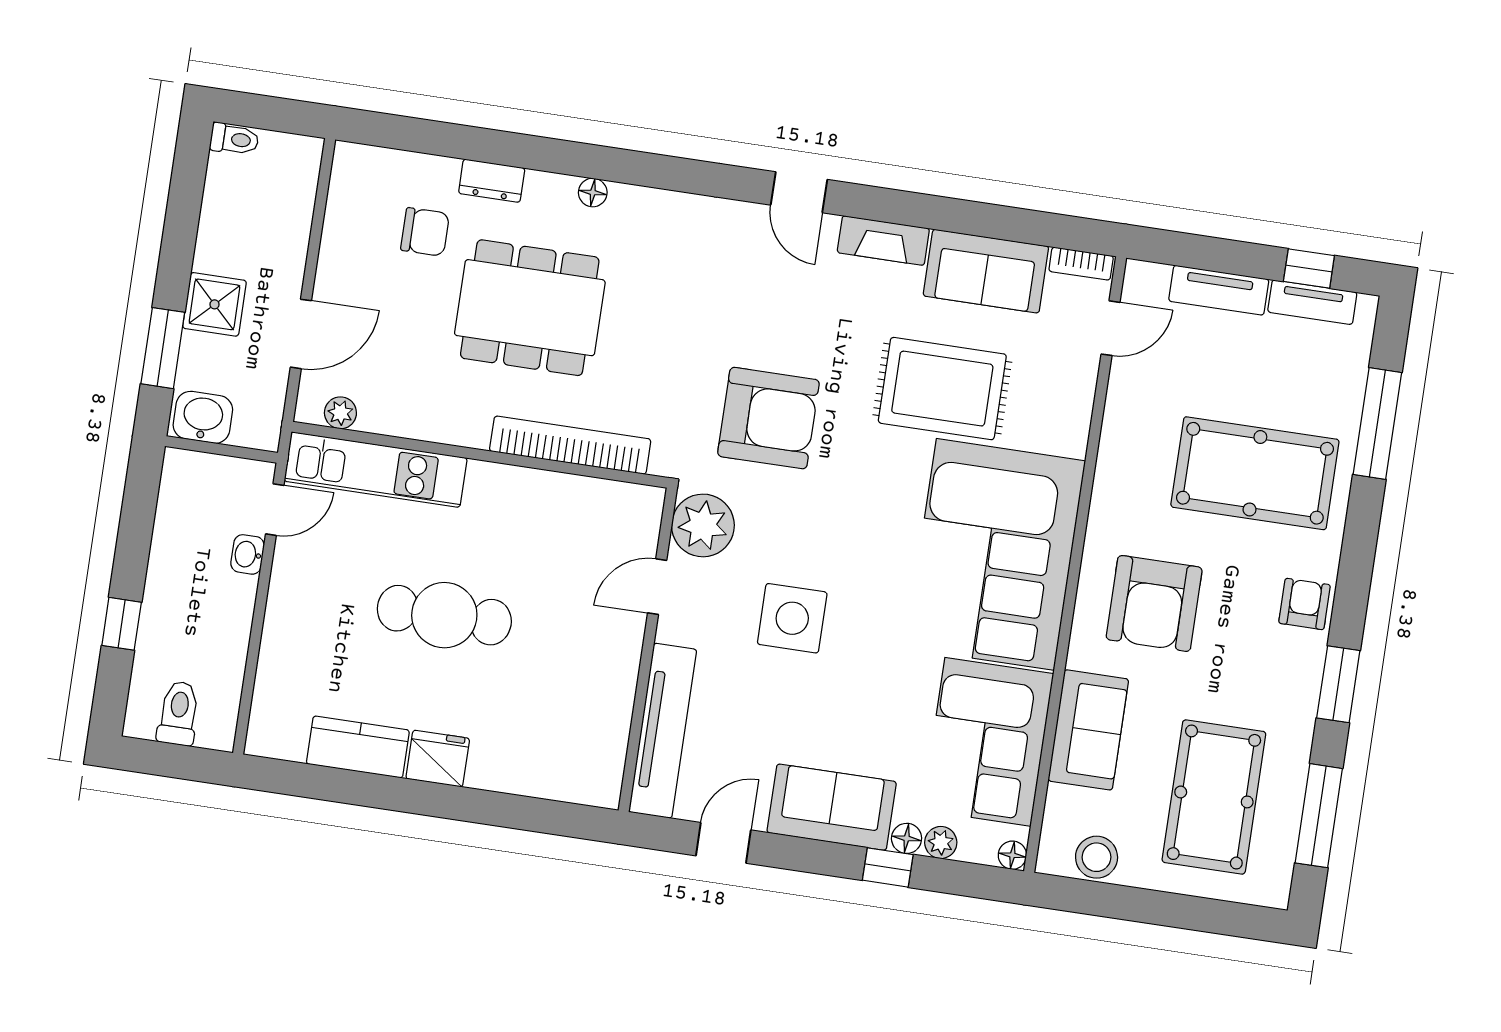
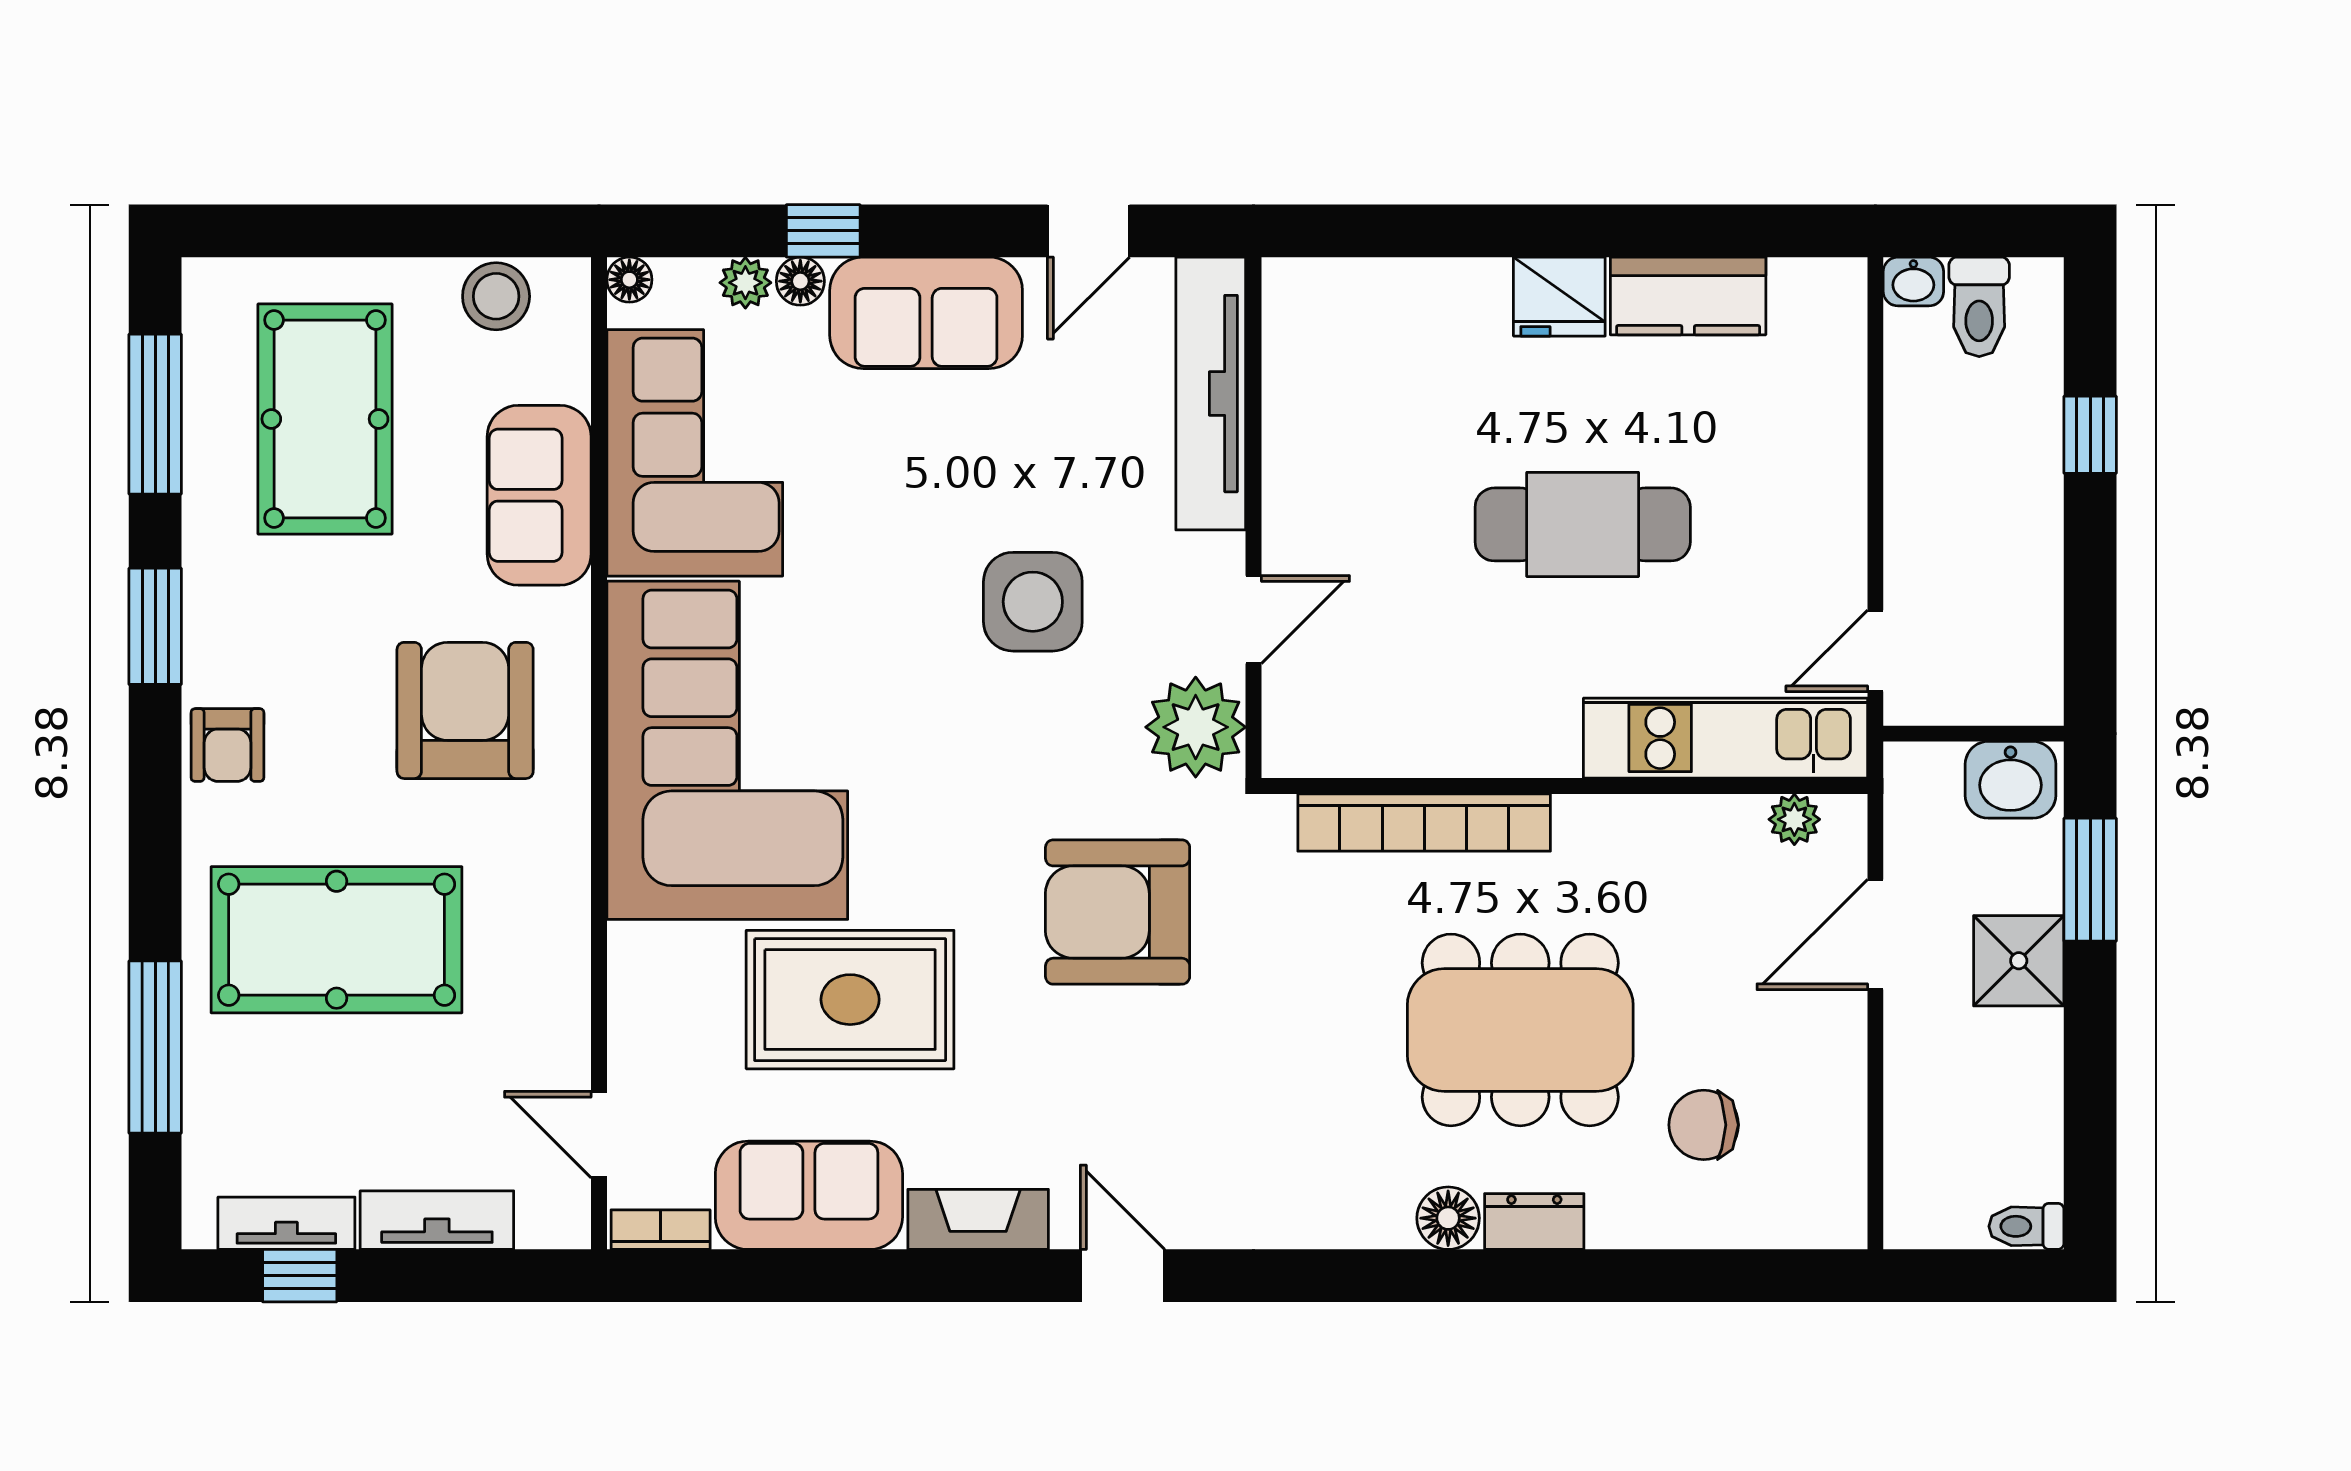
dresser: (492, 181) -> (1534, 1221), moved
floor lamp: (593, 193) -> (1448, 1218), width x1.37, depth x1.37
door: (1110, 328) -> (599, 1135), hinge flipped
washbasin: (248, 554) -> (1913, 281), moved, turned 90

